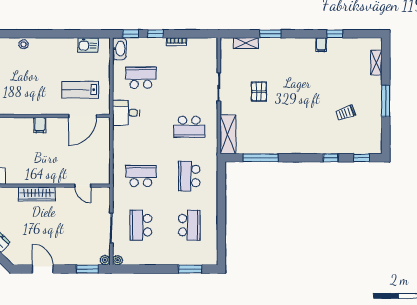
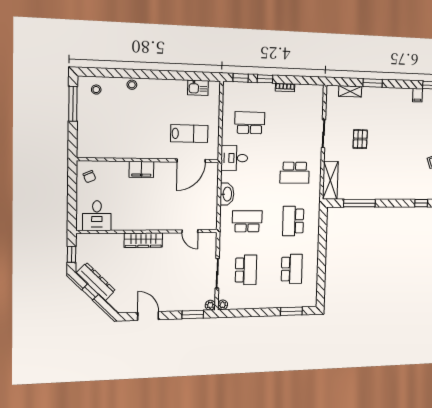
washbasin: (119, 49) -> (227, 194), moved
lab bench: (80, 90) -> (189, 134), turned 180
filing cabinet: (40, 125) -> (141, 169), width x2.00
school desk: (141, 225) -> (246, 270), turned 180

